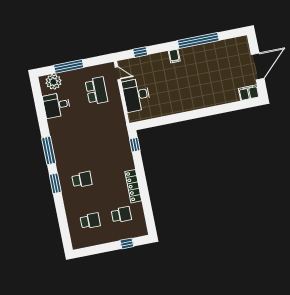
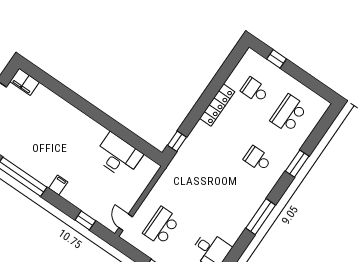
desk: (136, 95) -> (118, 156), moved, turned -90
window: (55, 183) -> (297, 164), moved
school desk: (90, 221) -> (289, 114), width x1.85

